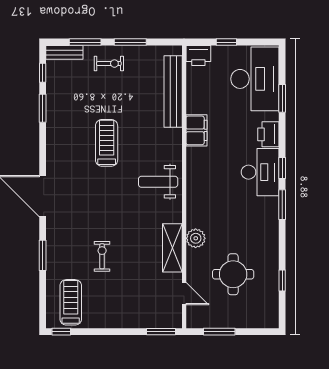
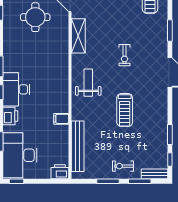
window: (226, 42) -> (17, 181), moved
filing cabinet: (196, 130) -> (61, 119), width x0.50
weight bench: (158, 182) -> (88, 83), turned -90
plant: (196, 238) -> (62, 43), removed
exercise bike: (102, 256) -> (125, 55), moved

